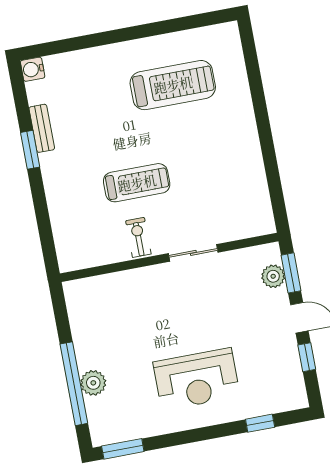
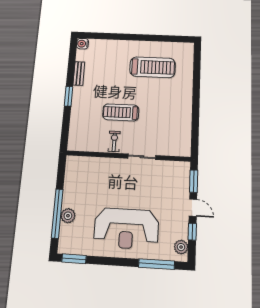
window: (30, 150) -> (68, 96), moved
treadmill: (137, 183) -> (121, 112), turned 180
plant: (273, 276) -> (181, 247), moved
reception desk: (197, 379) -> (126, 228), width x1.36, depth x1.30
window: (260, 423) -> (157, 264), width x2.17

